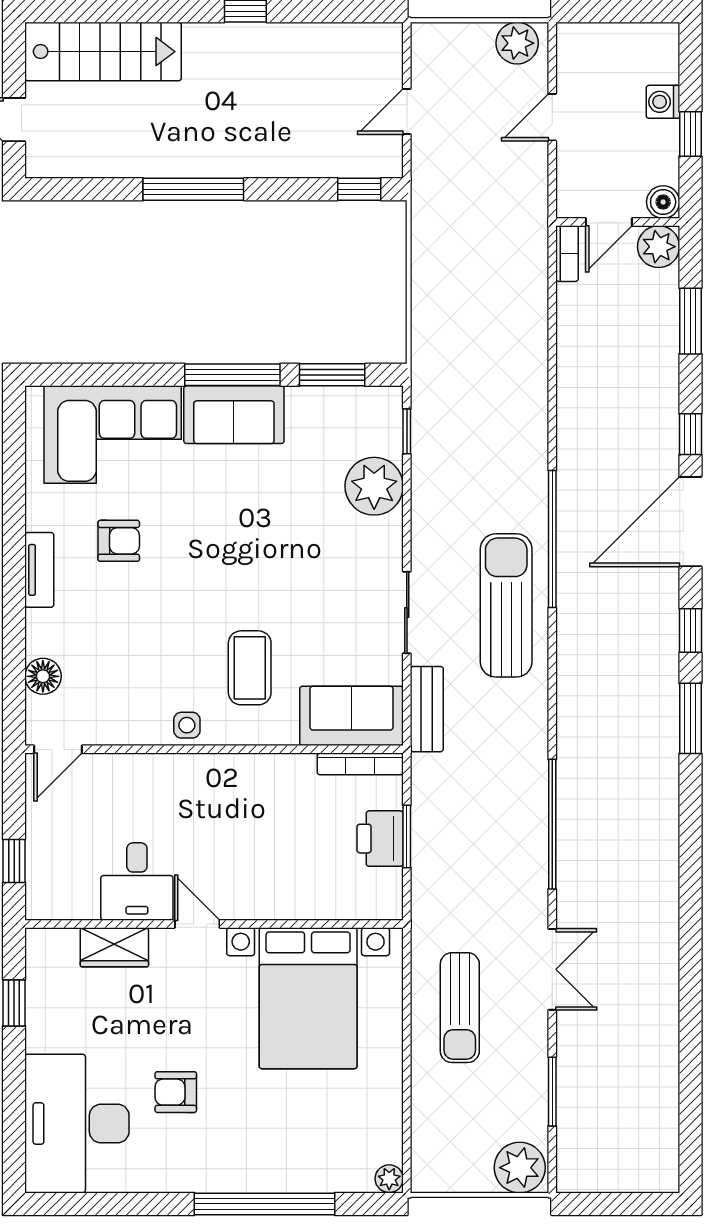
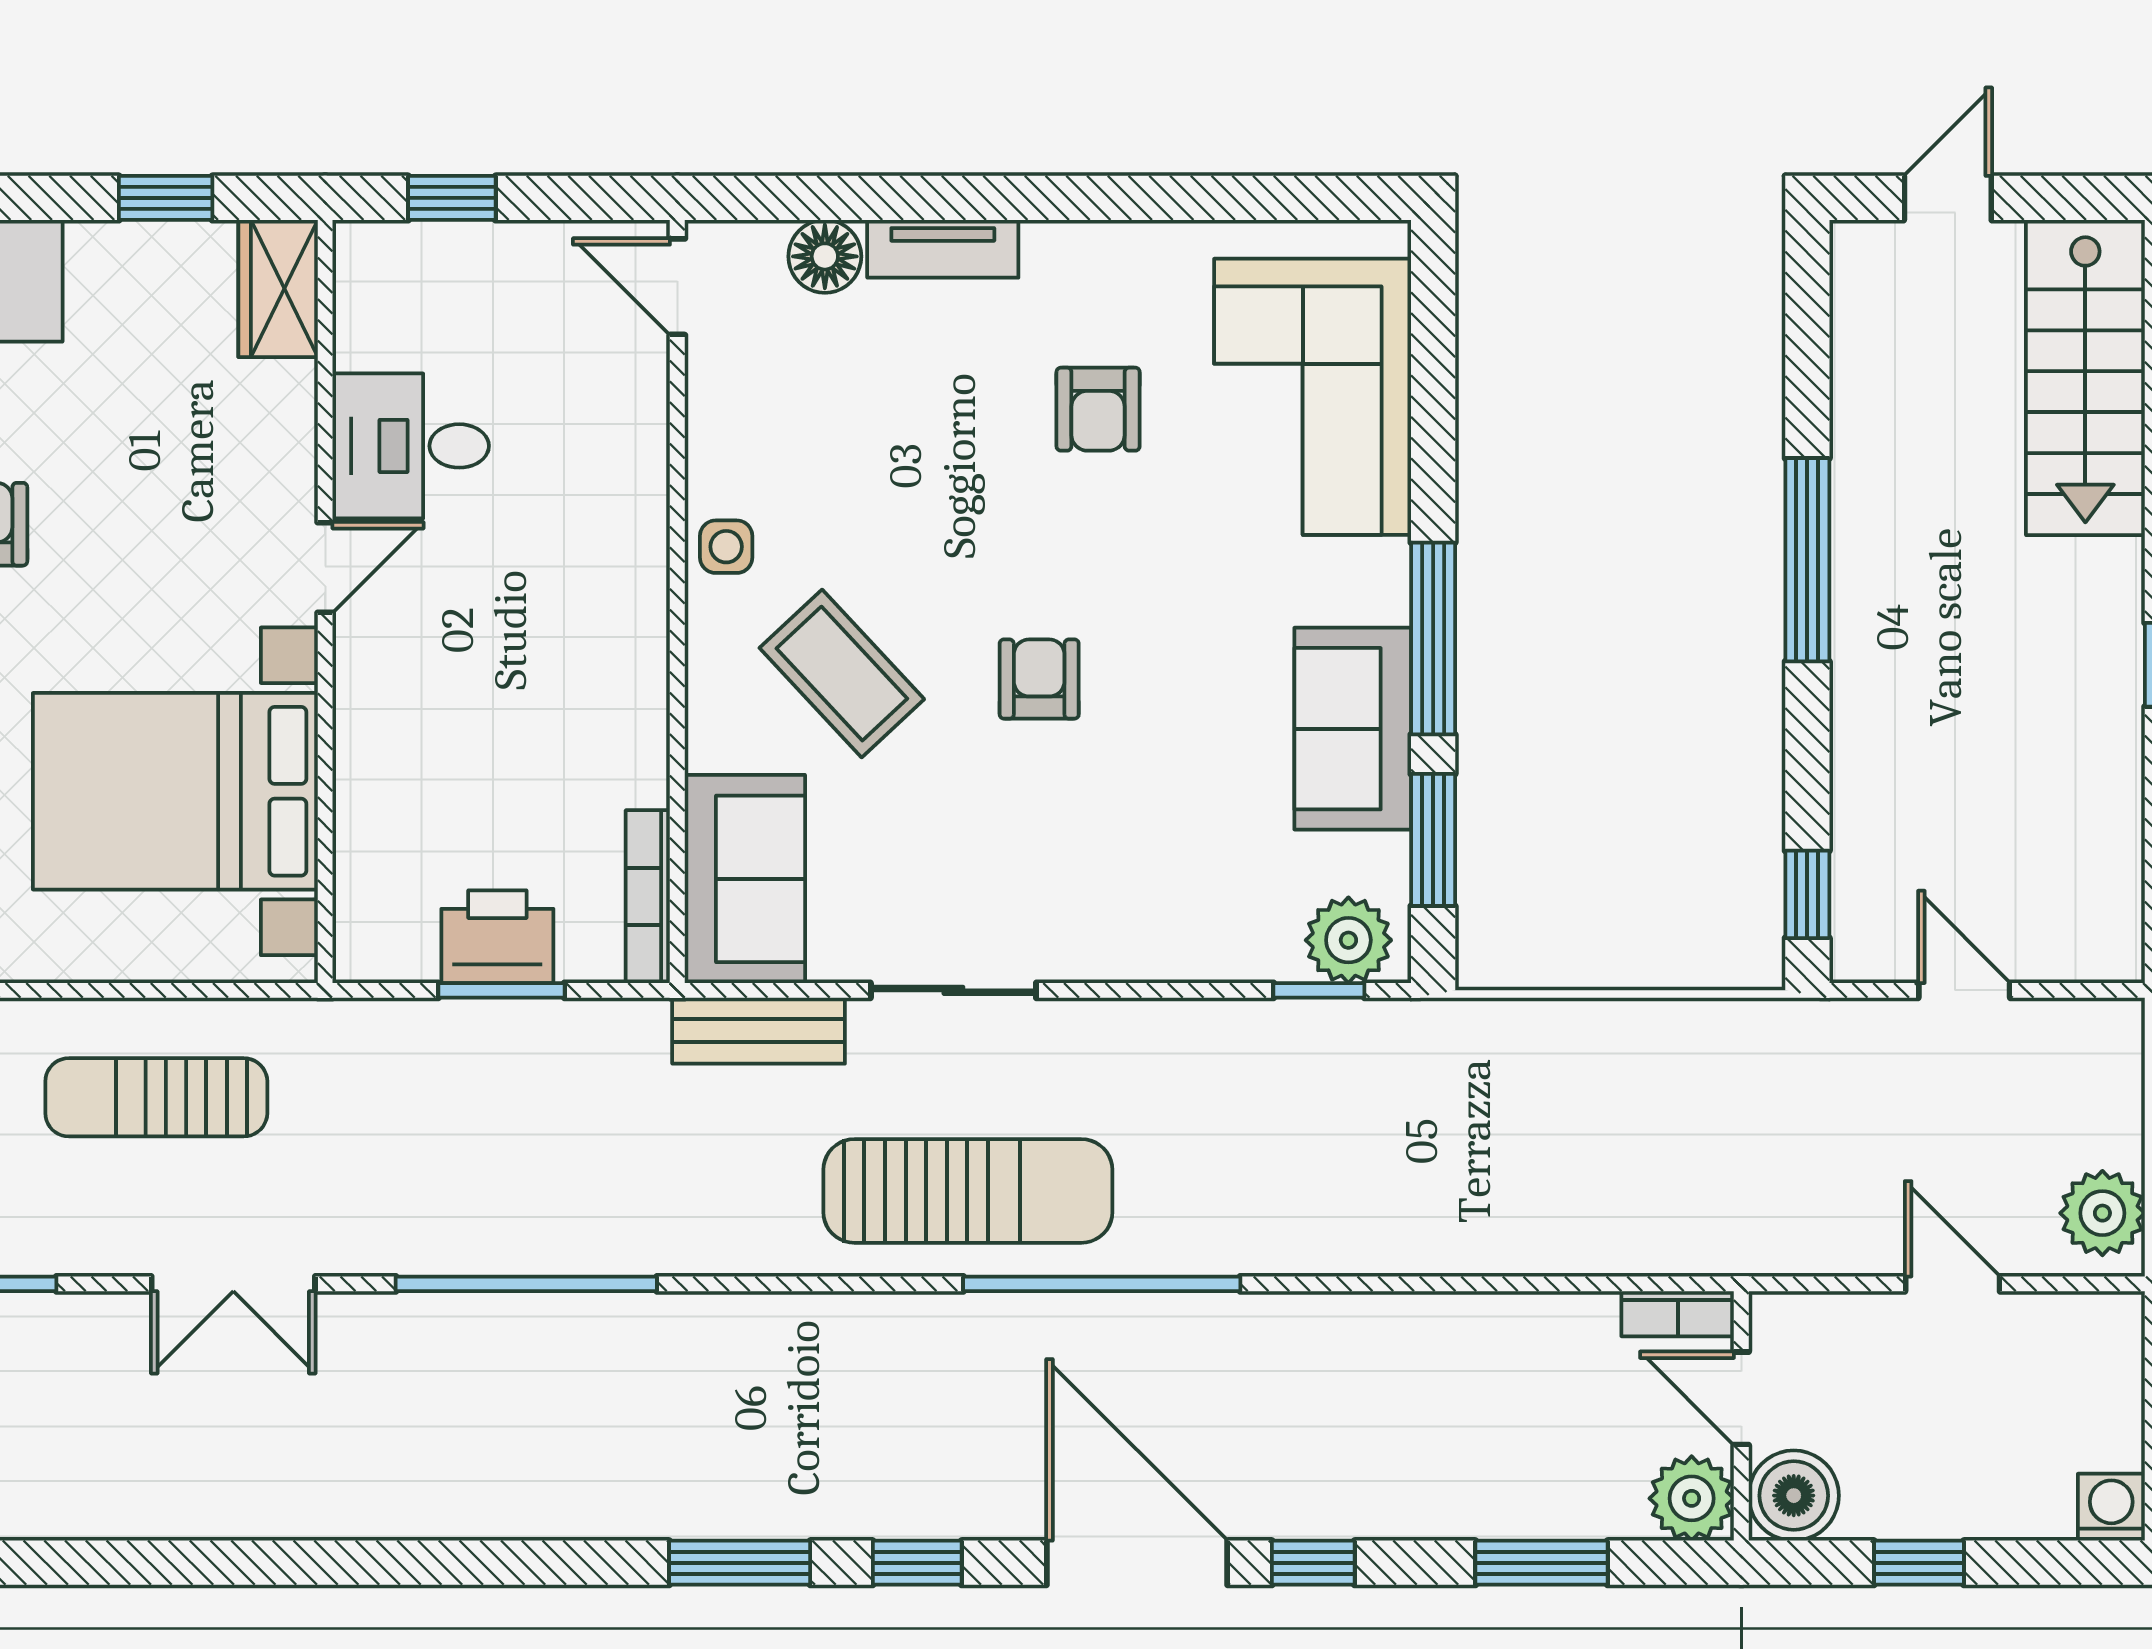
washing machine: (663, 102) -> (2111, 1507), moved
boiler: (663, 202) -> (1794, 1496), width x1.36, depth x1.36
sofa: (234, 415) -> (1353, 729), moved
plant: (374, 486) -> (1348, 940), moved, width x0.73, depth x0.73
tv unit: (39, 570) -> (943, 249), moved
armchair: (252, 570) -> (1039, 679), added
coffee table: (250, 668) -> (842, 674), turned 47
wardrobe: (114, 947) -> (278, 289), moved

